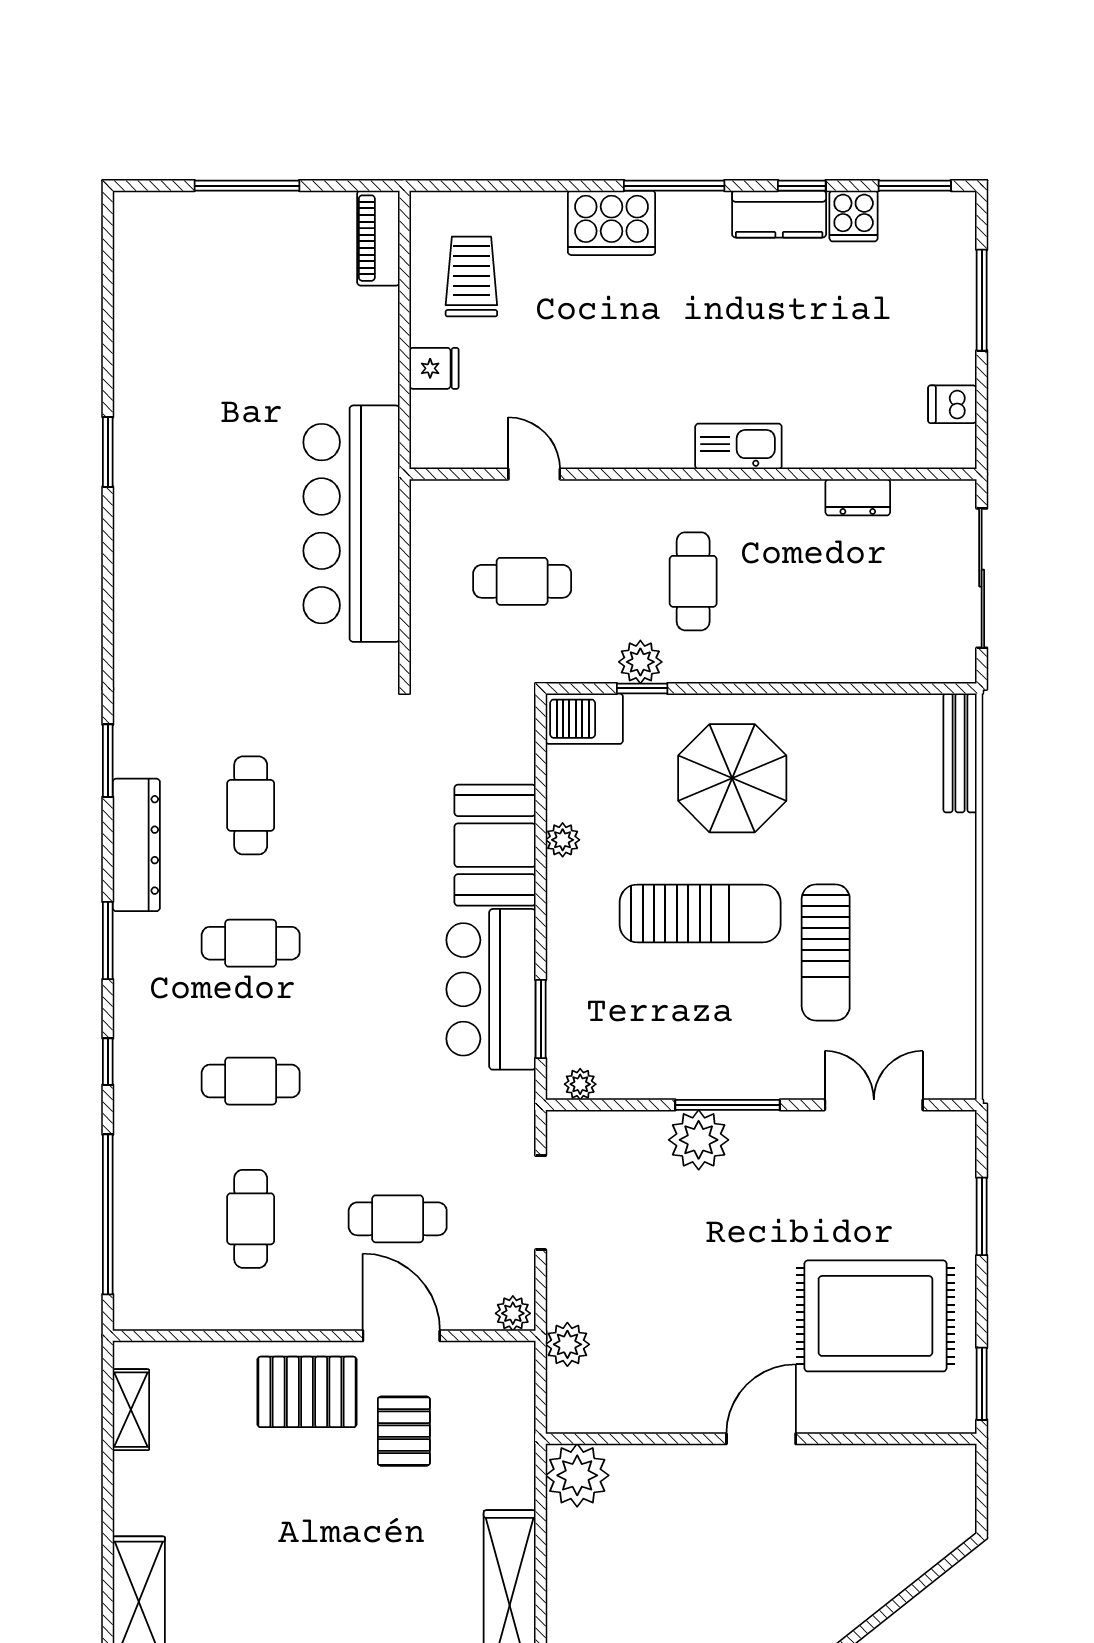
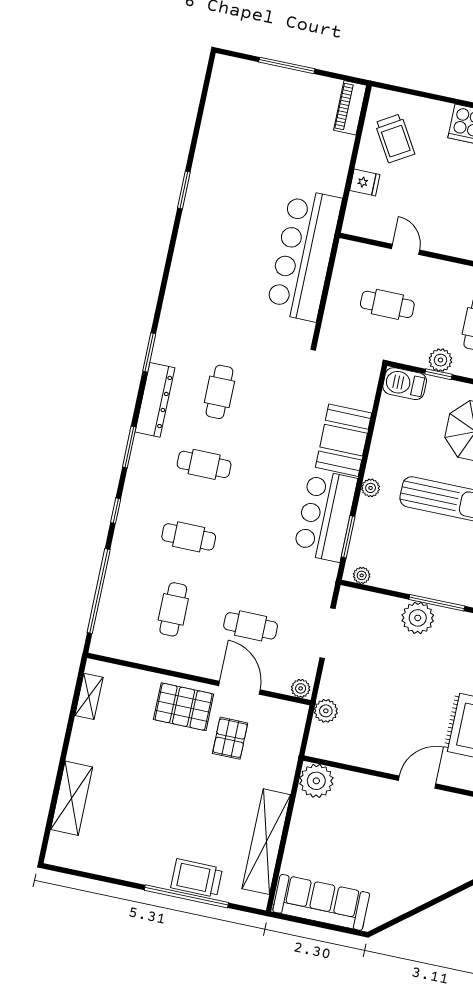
trolley: (471, 276) -> (395, 138), turned 149
plant: (563, 840) -> (371, 488), moved

